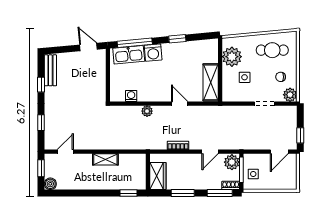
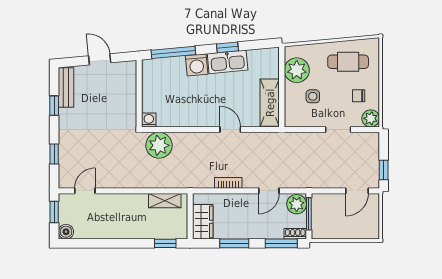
door: (88, 47) -> (100, 59), moved
kitchen sink: (129, 55) -> (228, 62), moved
washing machine: (131, 96) -> (149, 120), moved
plant: (147, 111) -> (159, 145), moved, width x1.87, depth x1.87
shelving: (105, 159) -> (165, 201), moved
side table: (253, 174) -> (324, 219), removed

